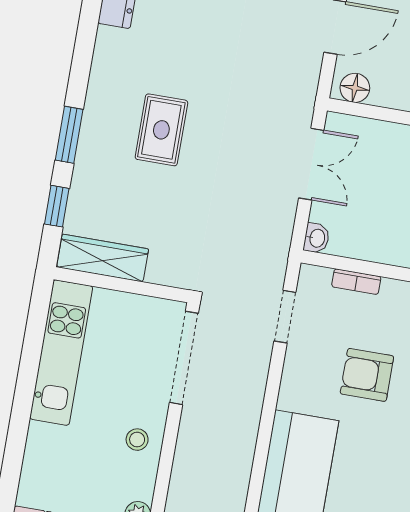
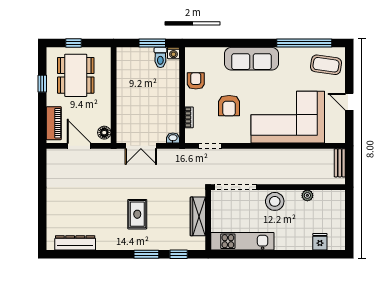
rug: (161, 130) -> (137, 214), turned 90
double door: (311, 164) -> (141, 146), swing flipped
wardrobe: (103, 258) -> (198, 216), moved
stool: (137, 440) -> (275, 201), width x1.89, depth x1.89

